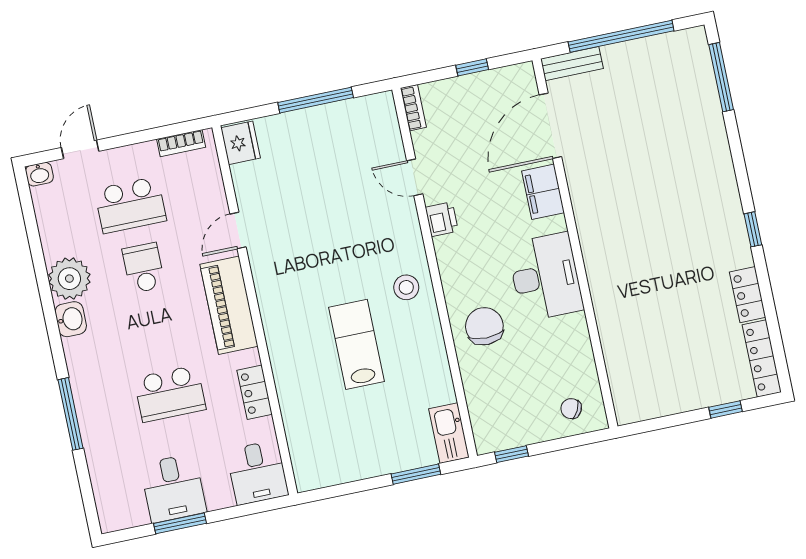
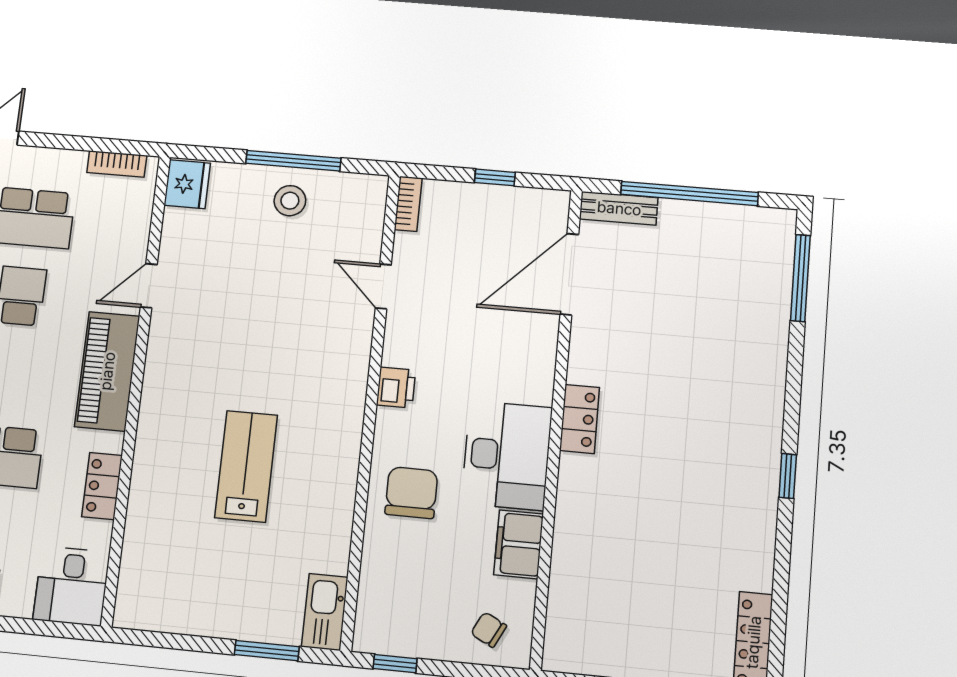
filing cabinet: (543, 192) -> (519, 544), moved
printer: (442, 219) -> (396, 388), moved
stool: (406, 287) -> (290, 201), moved
locker: (748, 295) -> (580, 419), moved, turned 180

